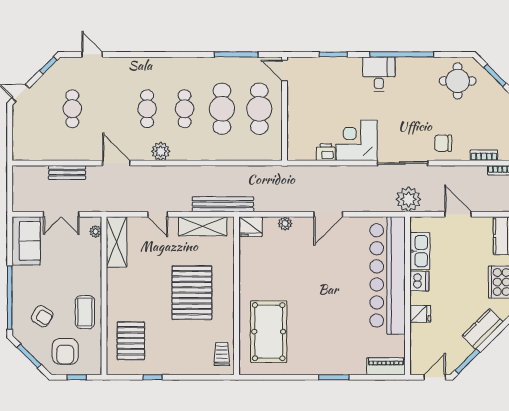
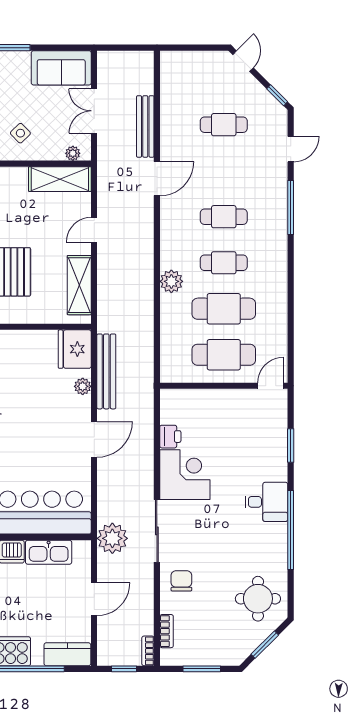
window: (236, 54) -> (291, 208), moved
plant: (161, 151) -> (171, 281), moved
bench: (67, 173) -> (145, 126), width x1.36
bench: (223, 204) -> (106, 371), moved
door: (328, 214) -> (94, 439), swing flipped
fridge: (251, 227) -> (75, 349), width x1.36, depth x1.34
side table: (79, 274) -> (20, 133), added

